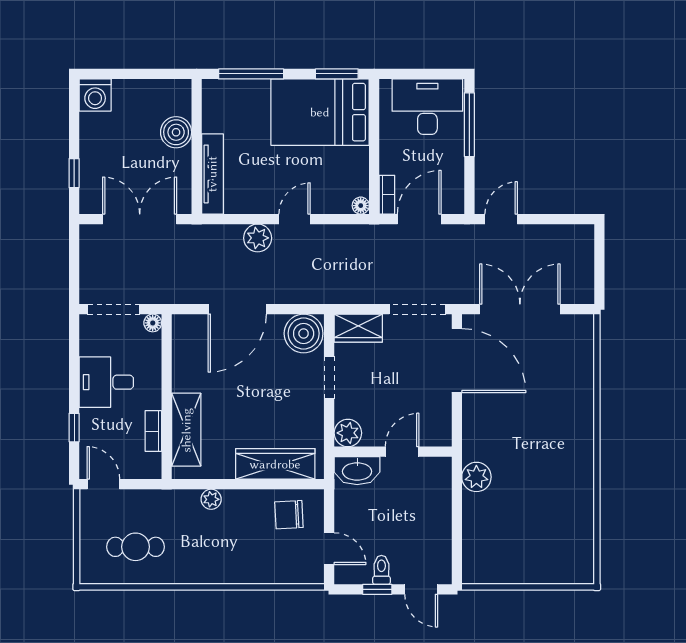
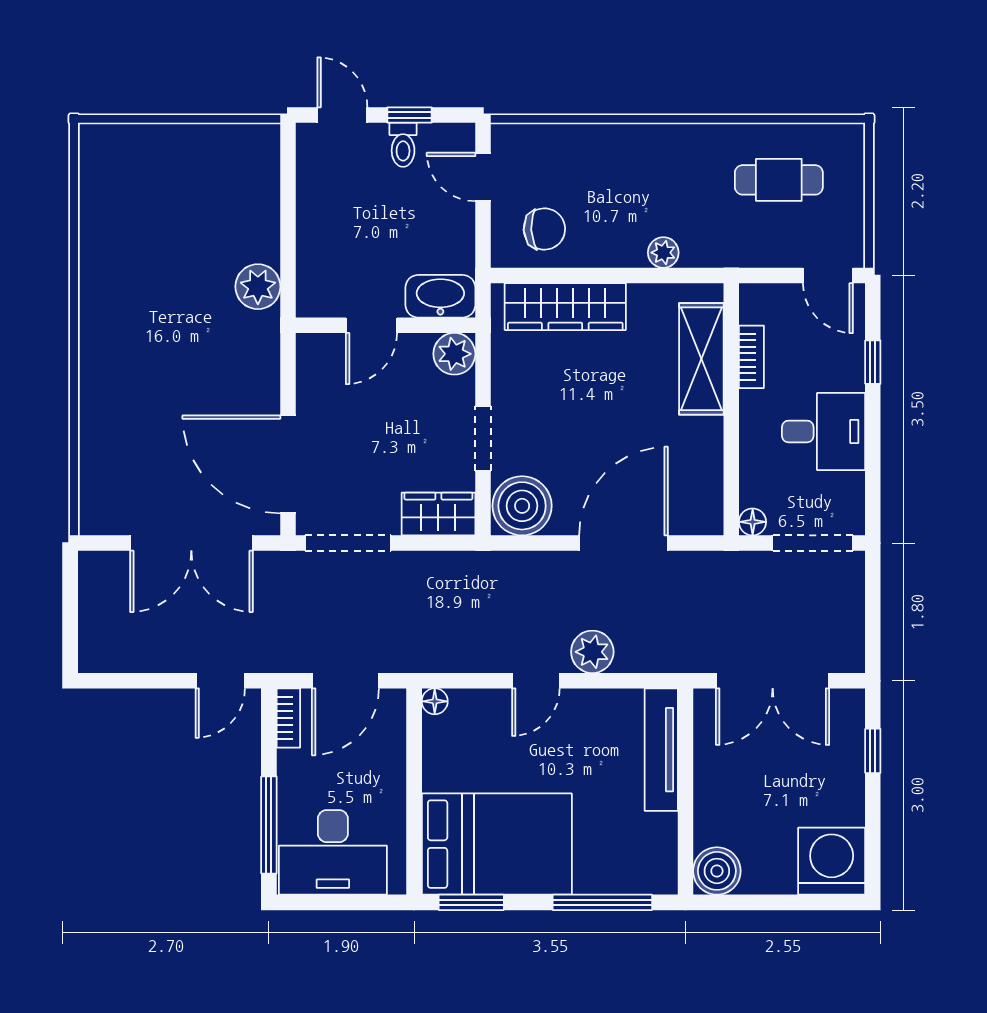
washing machine: (95, 95) -> (832, 861), width x1.37, depth x1.37
boiler: (176, 132) -> (717, 871), moved
bookcase: (387, 195) -> (288, 718), moved, turned 180

